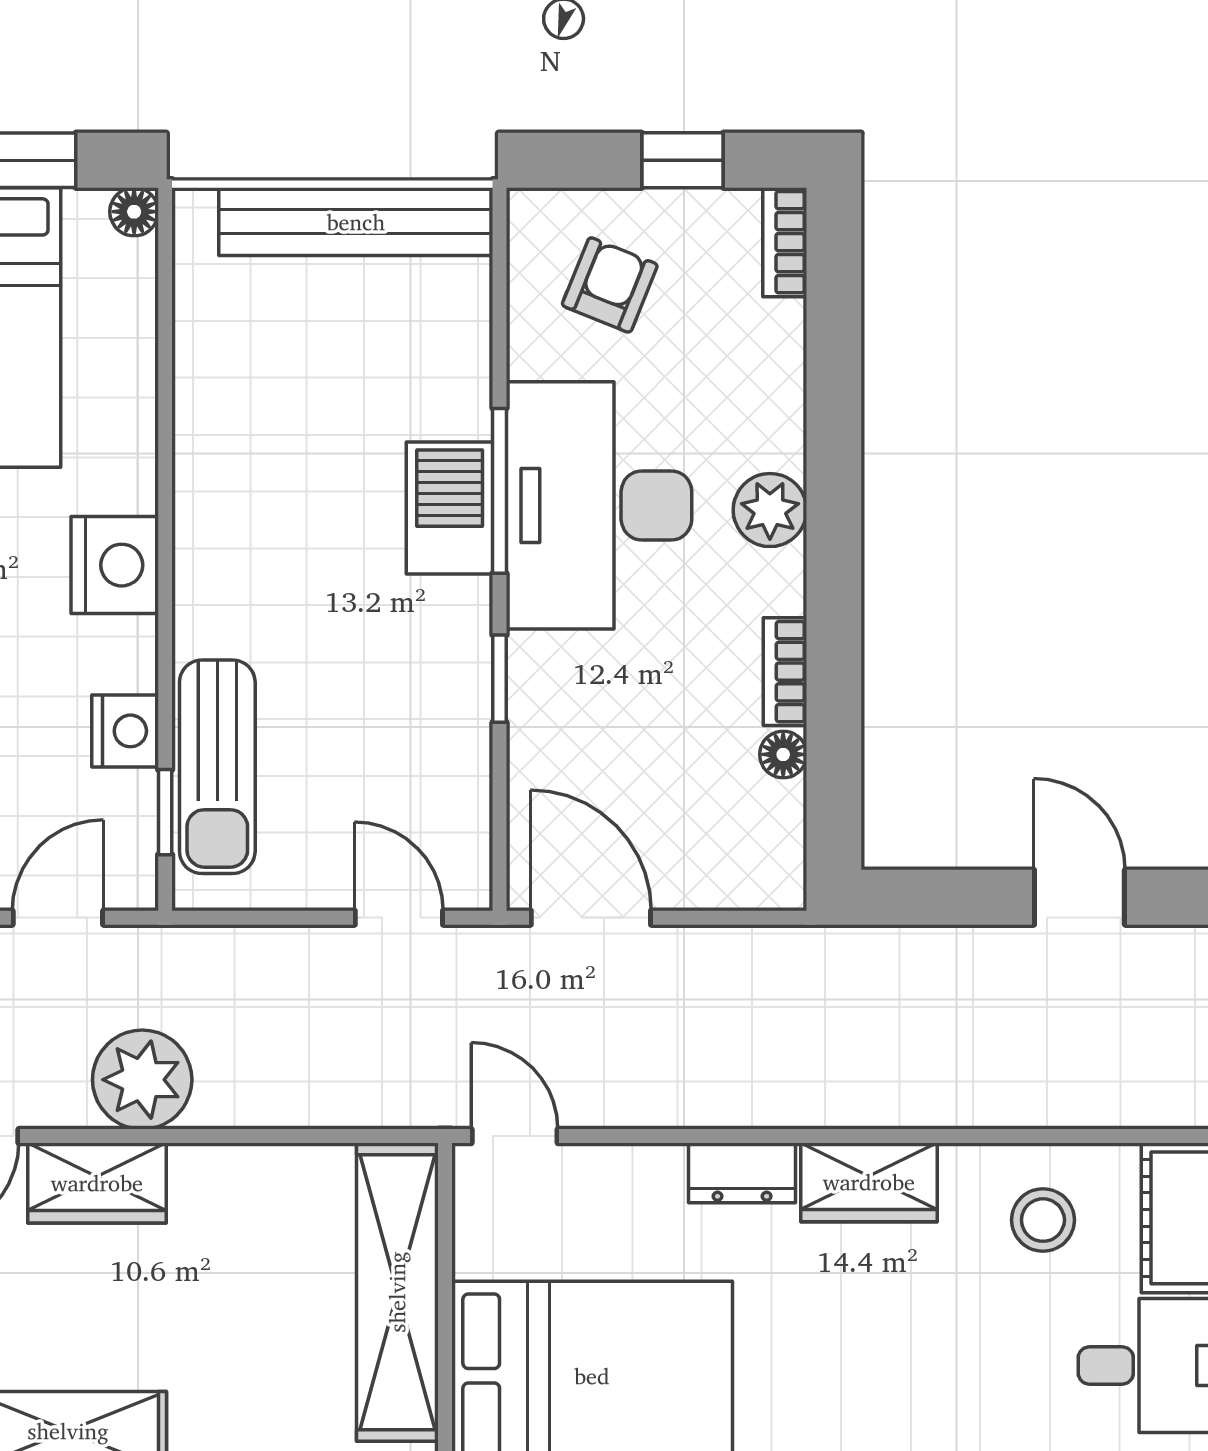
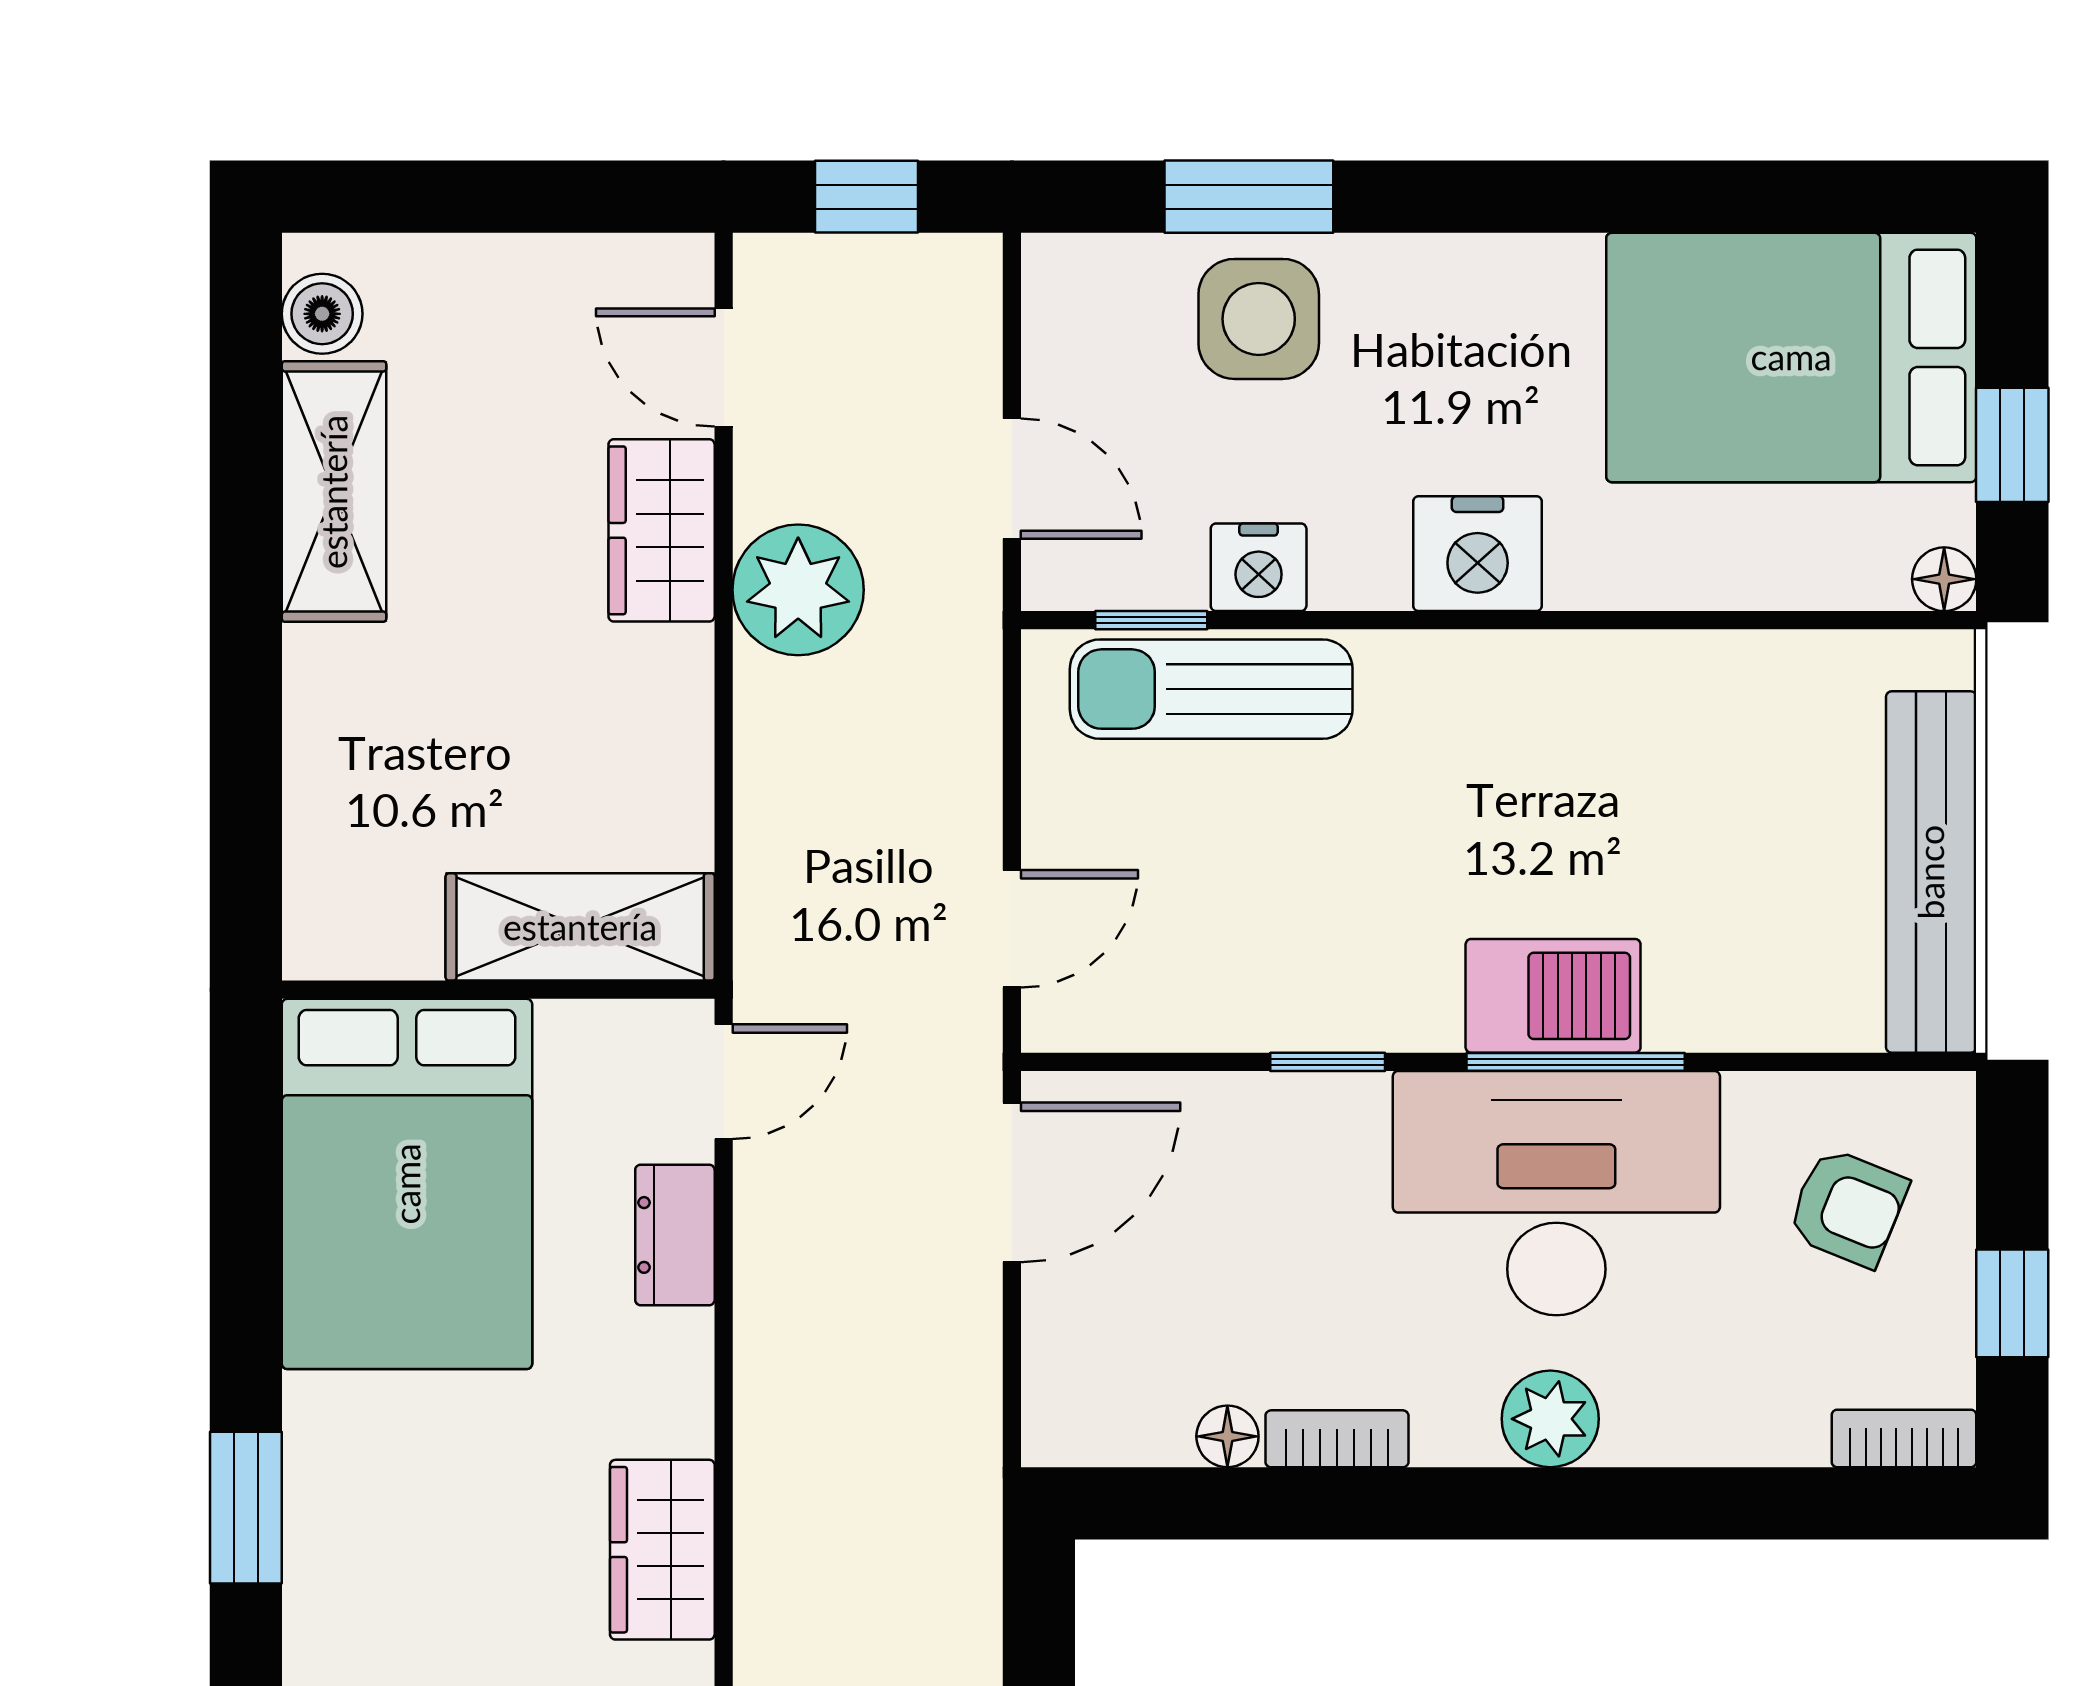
dresser: (742, 1173) -> (675, 1235), moved
shelving: (397, 1292) -> (580, 927), width x0.68

